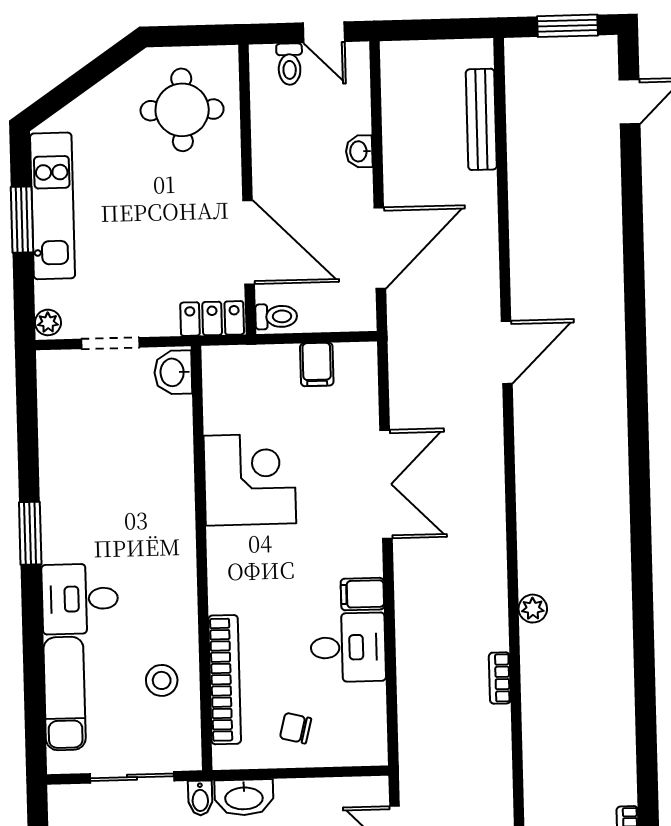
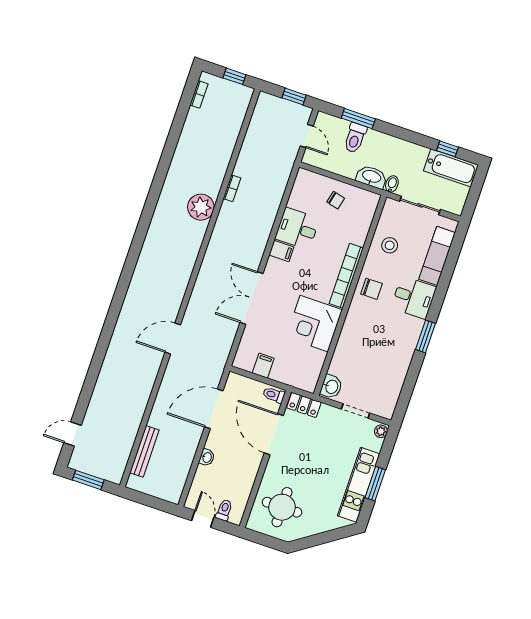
chair: (166, 585) -> (371, 289), added
plant: (533, 609) -> (201, 207), width x1.88, depth x1.88
bookcase: (225, 680) -> (346, 276), moved

